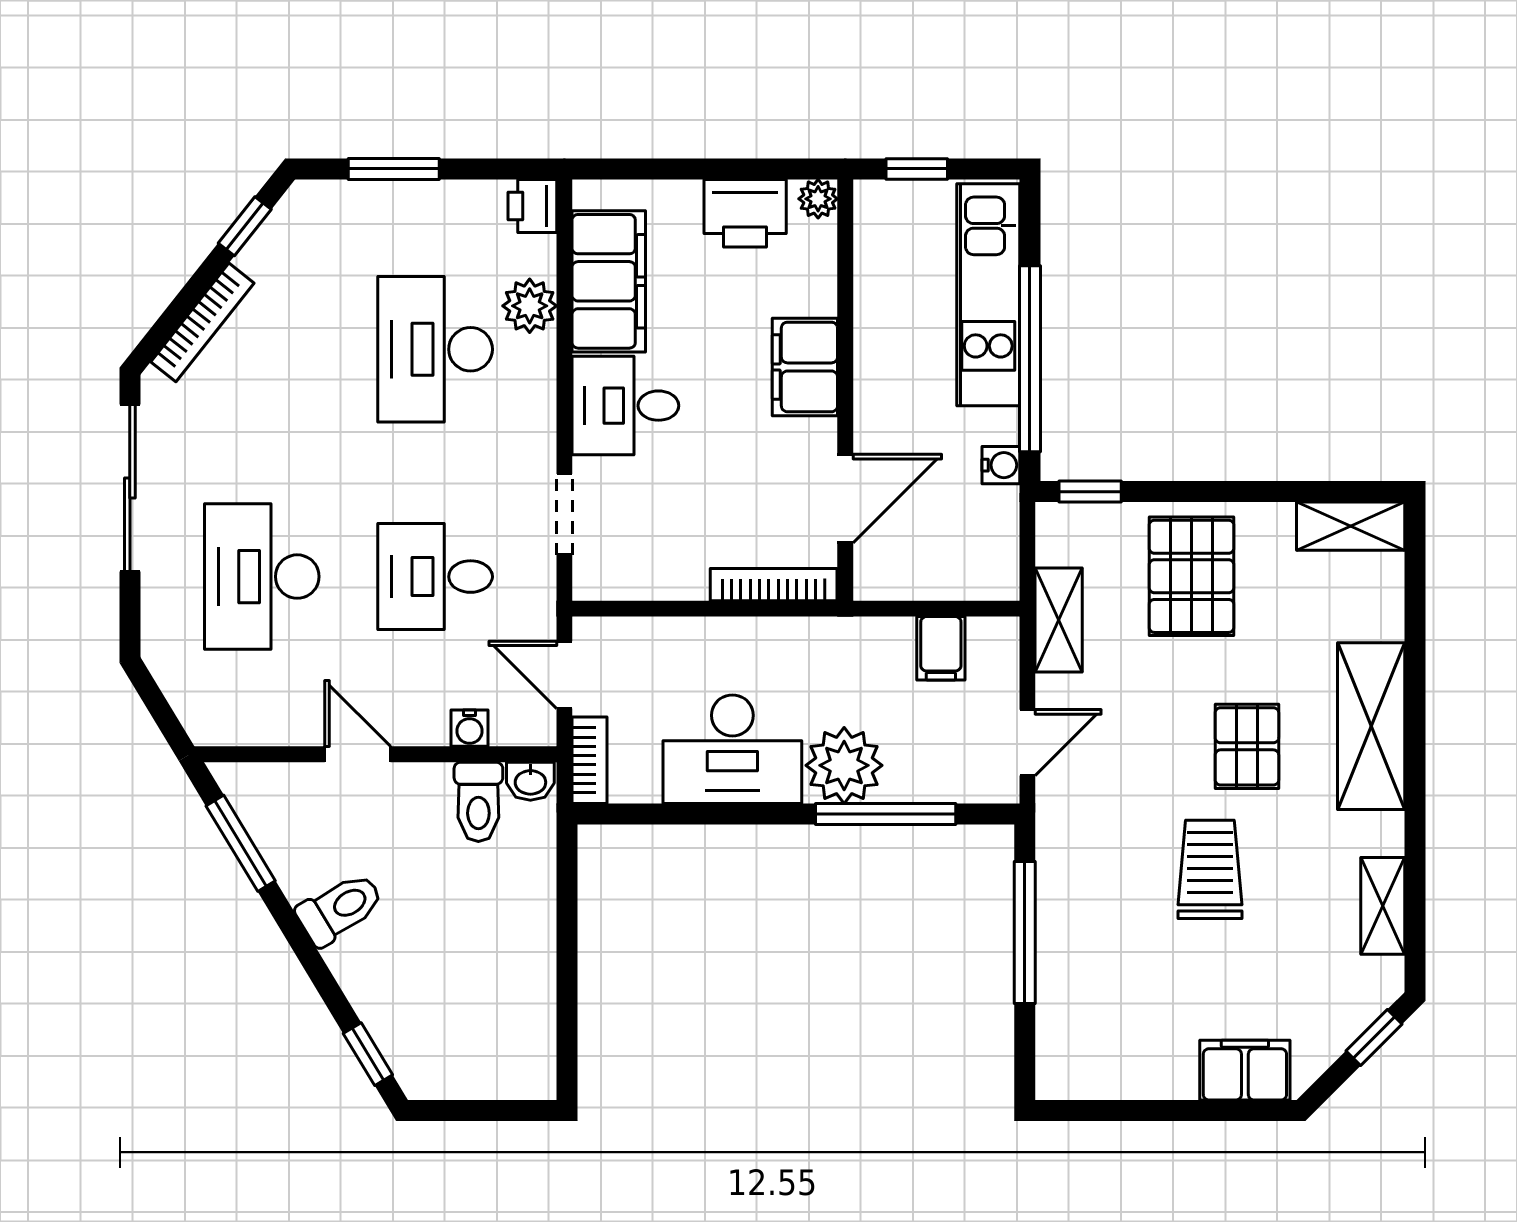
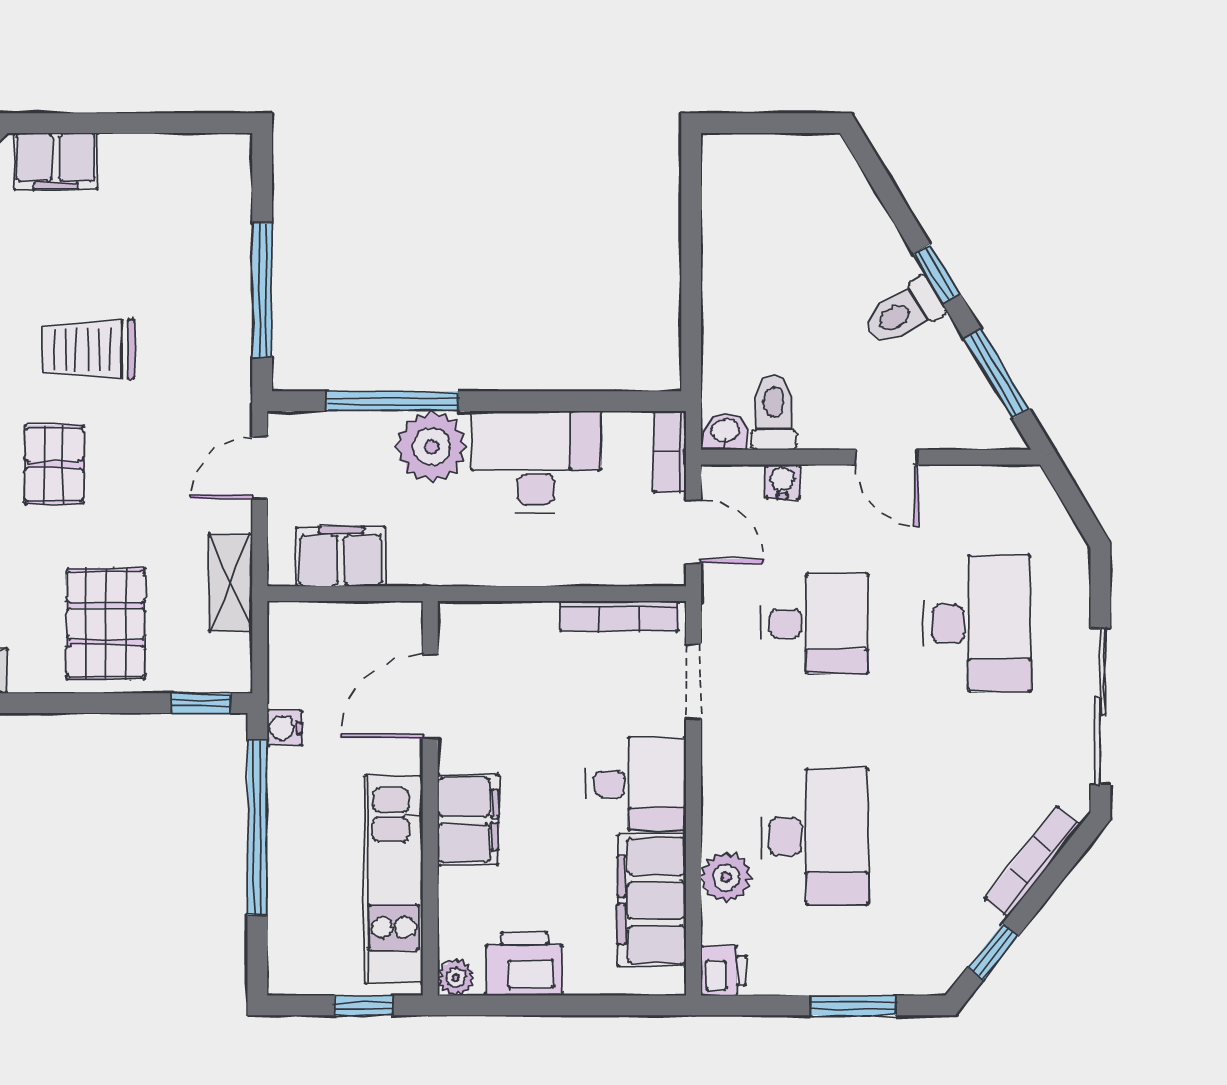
kitchen unit: (988, 295) -> (394, 879), moved, turned 180
bookcase: (774, 585) -> (619, 616), moved
filing cabinet: (941, 648) -> (341, 556), width x2.00
trolley: (1210, 869) -> (89, 349), turned 90
window: (368, 1054) -> (936, 274), moved

